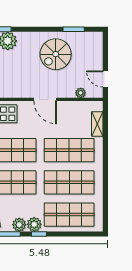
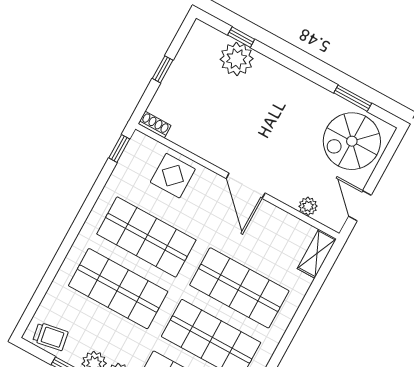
spiral stairs: (56, 54) -> (352, 141), moved
shelving: (97, 124) -> (317, 254), moved

